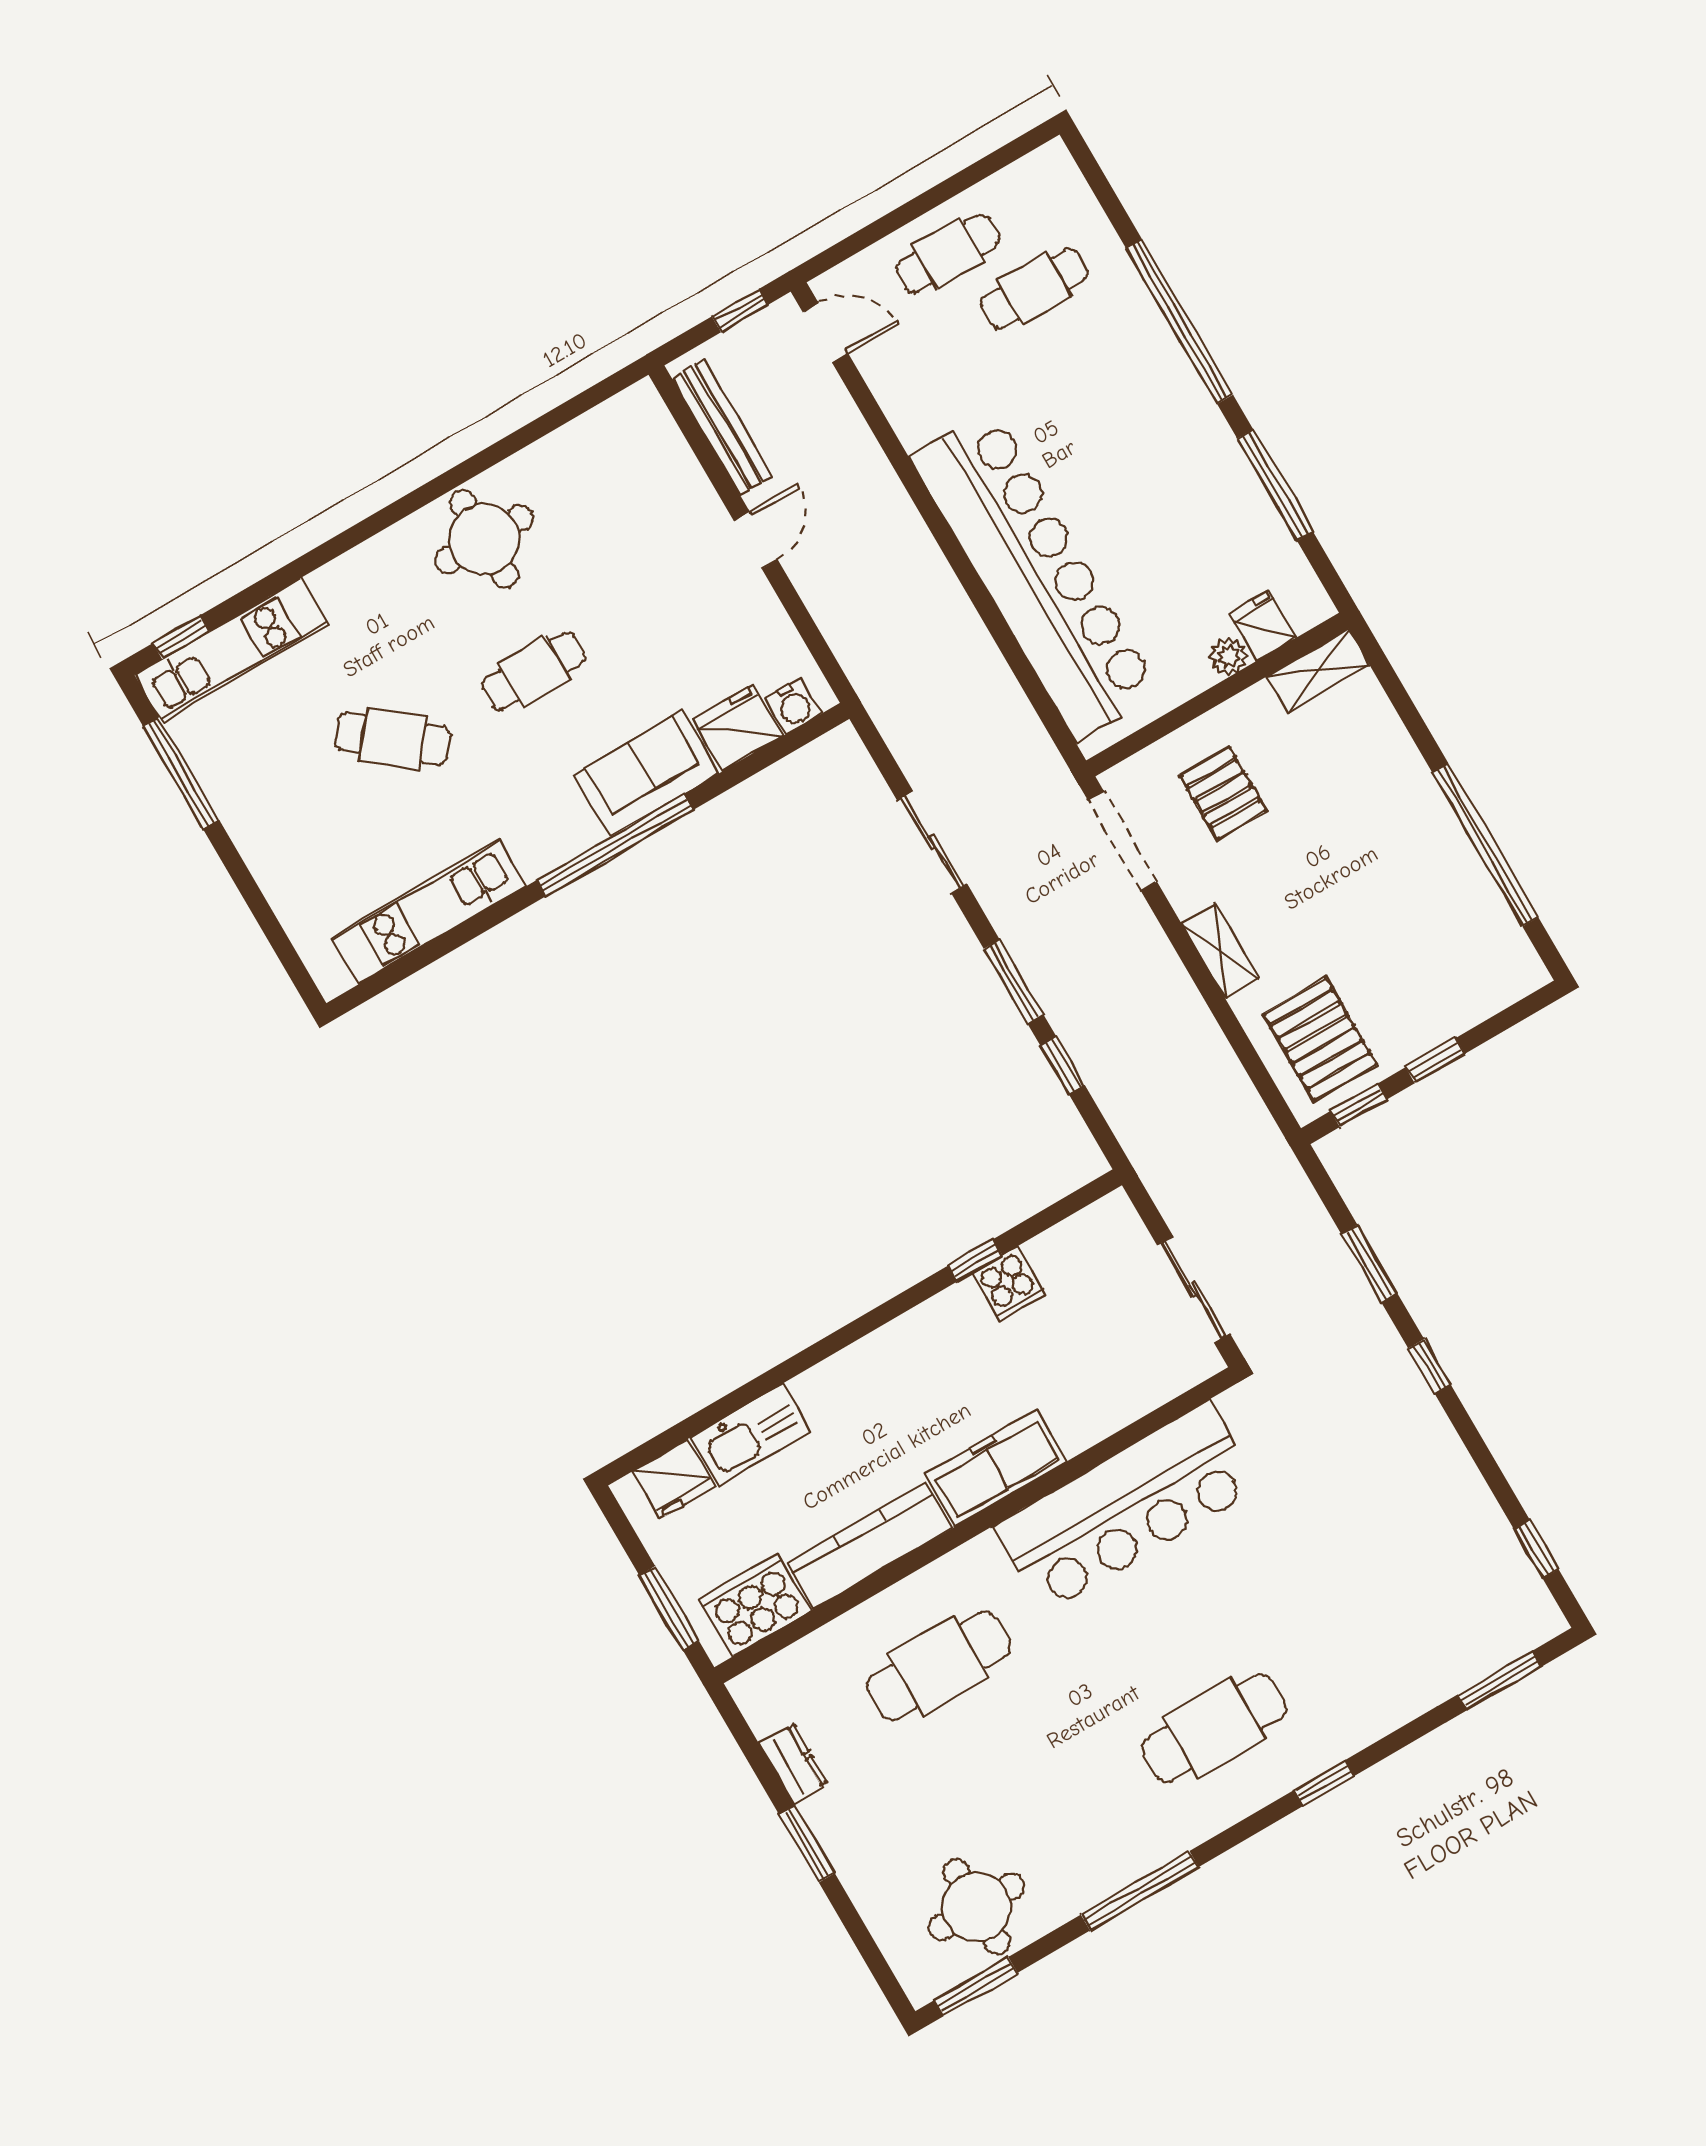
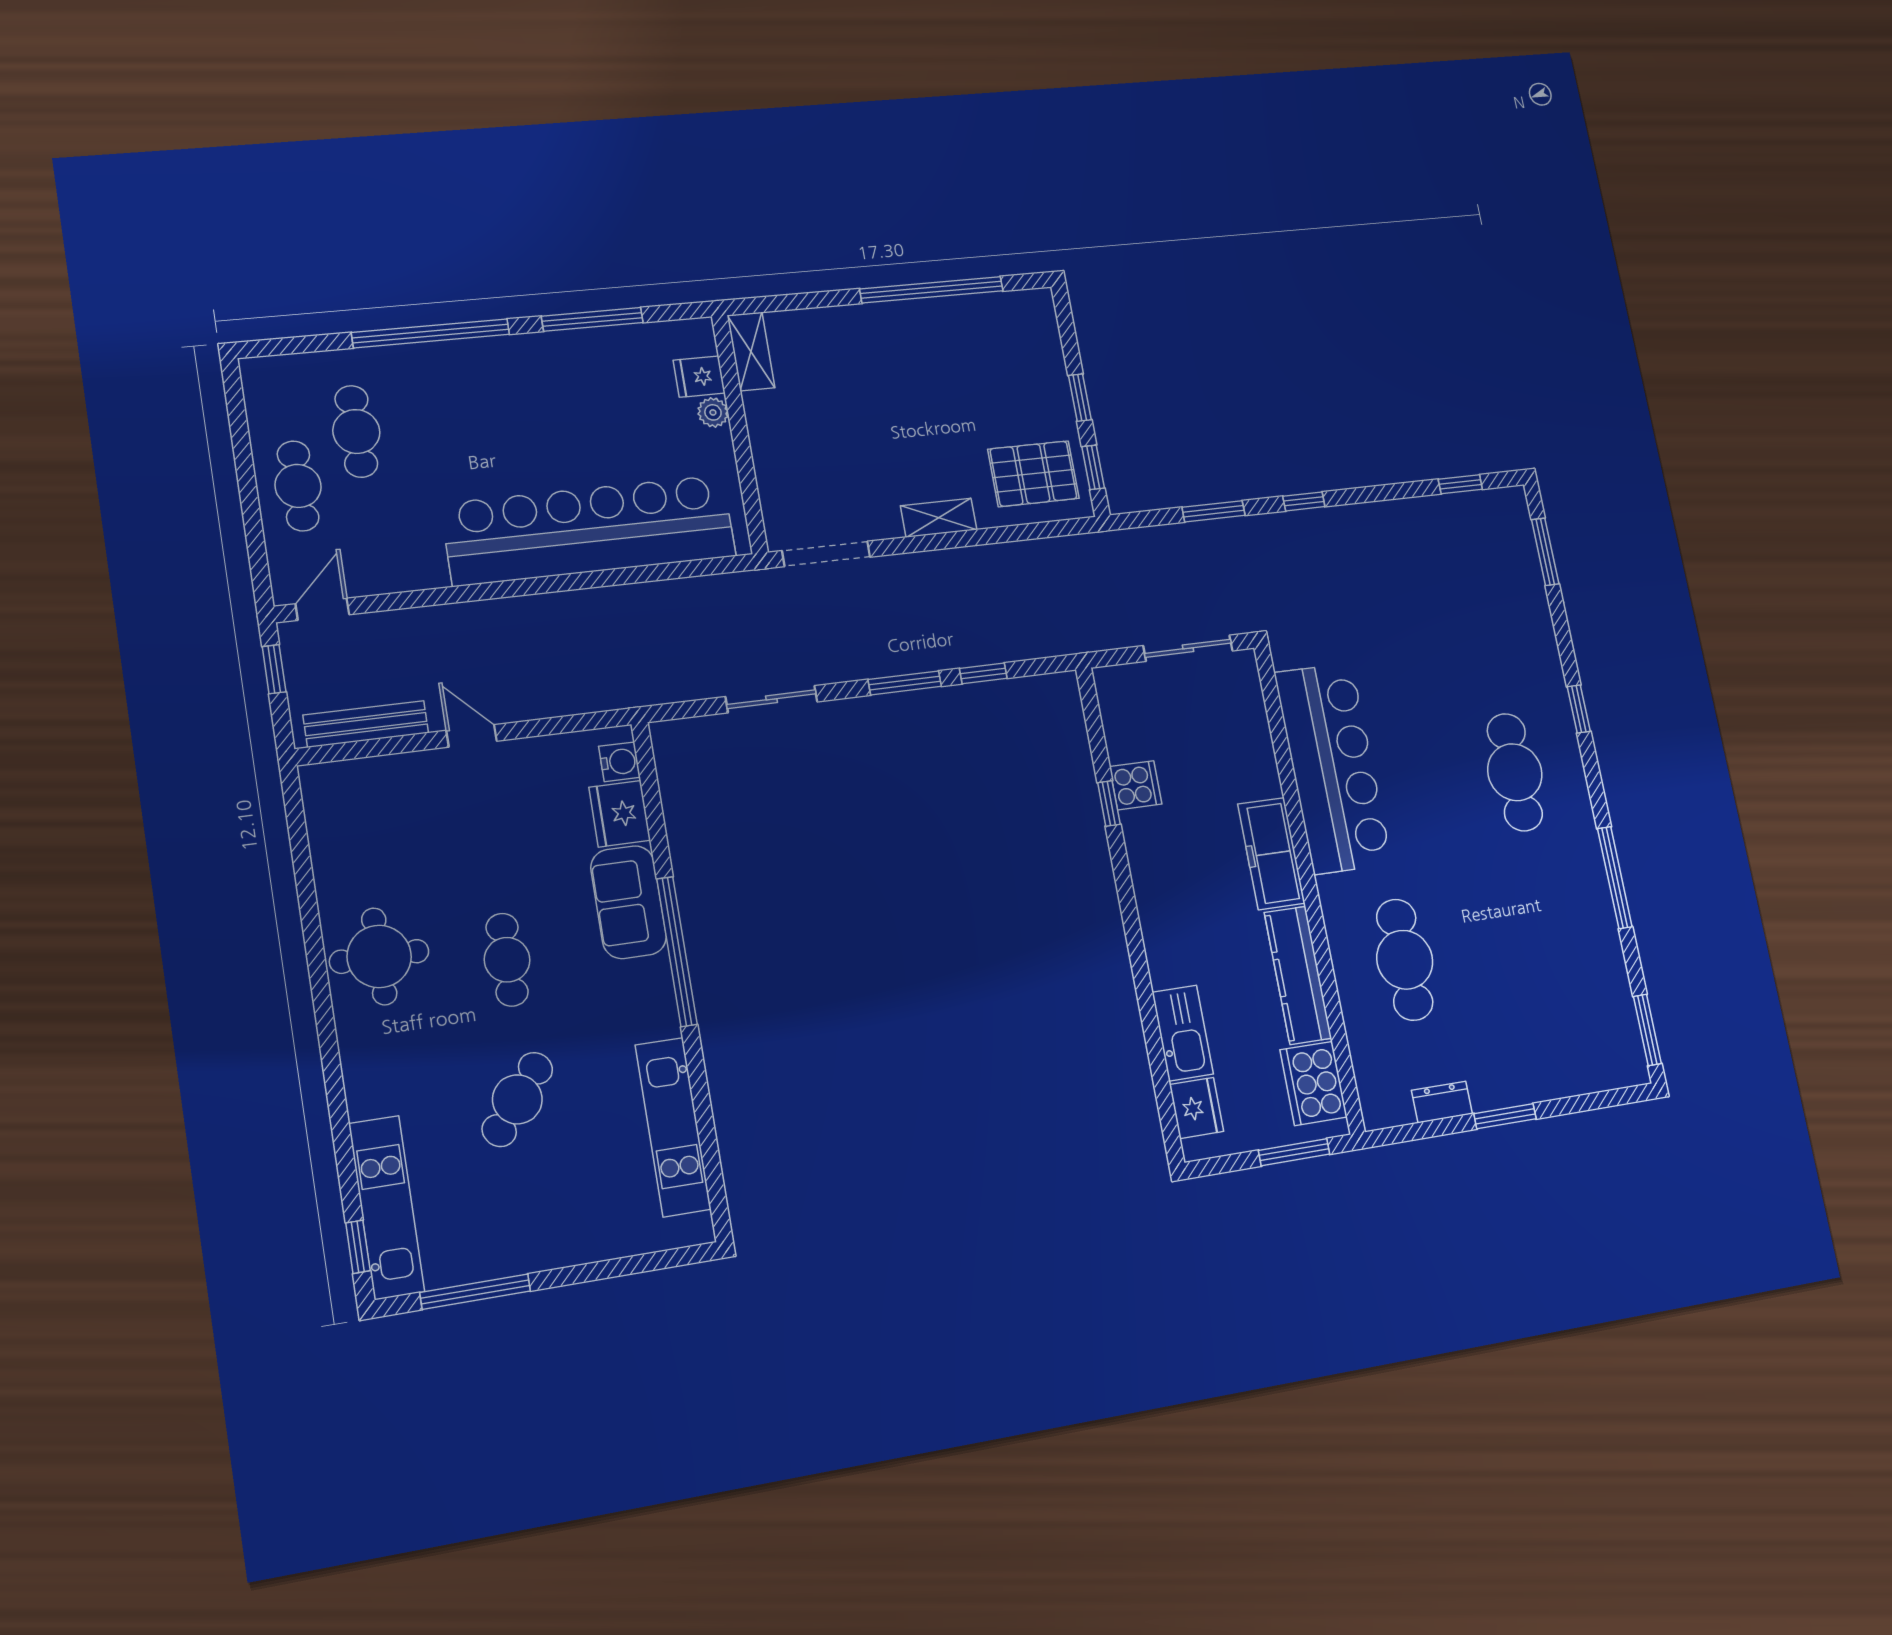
pallet: (1223, 793) -> (818, 463), removed
round table: (976, 1907) -> (1590, 1005), removed

